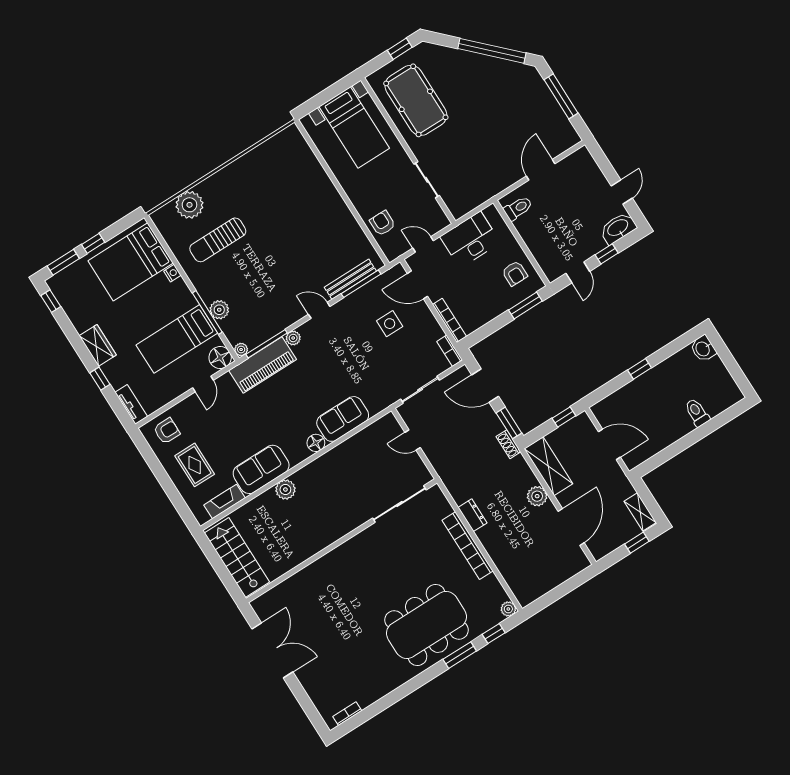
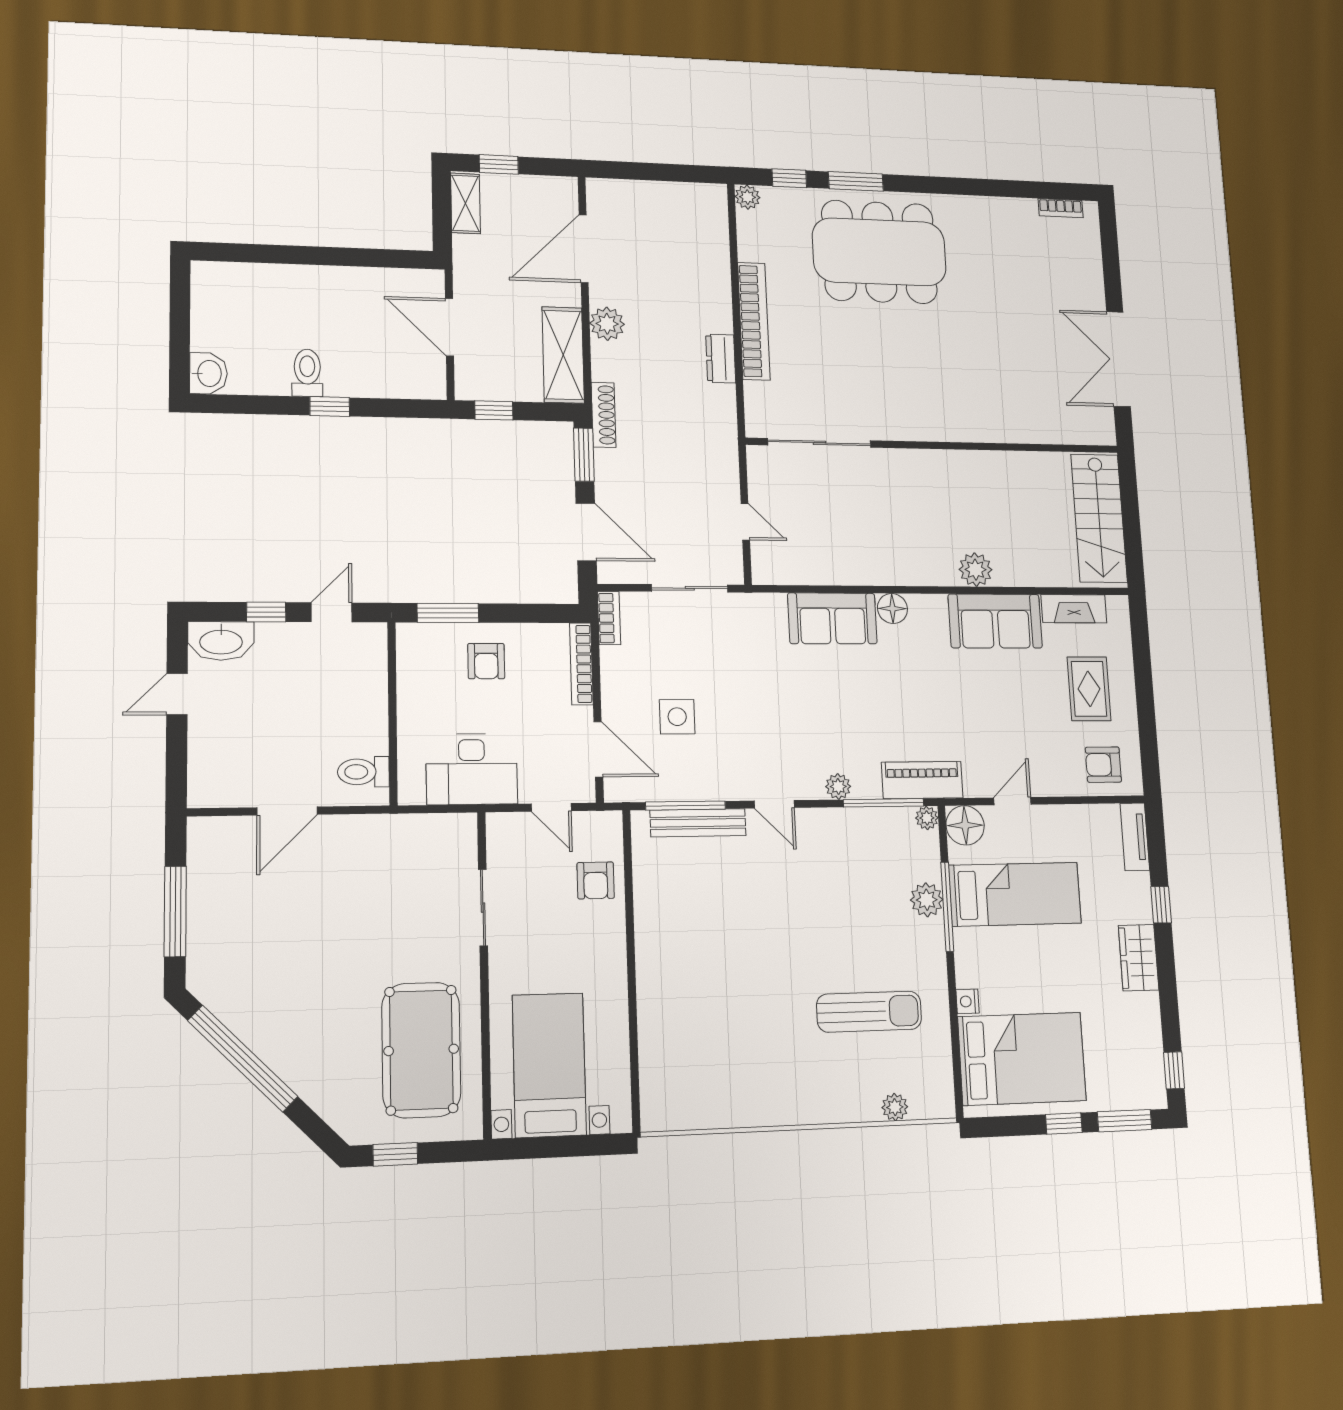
plant: (189, 205) -> (895, 1107), width x0.53, depth x0.53
armchair: (515, 273) -> (486, 661), moved, turned 180
piano: (263, 365) -> (922, 780), width x0.73, depth x0.75
toilet: (697, 413) -> (307, 373), moved, turned 180
shoe rack: (508, 444) -> (604, 415), width x1.43

